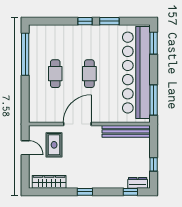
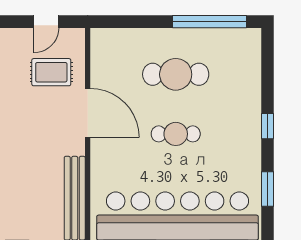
window: (109, 21) -> (268, 189), moved
cafe table: (55, 74) -> (176, 74), width x1.37, depth x1.35

